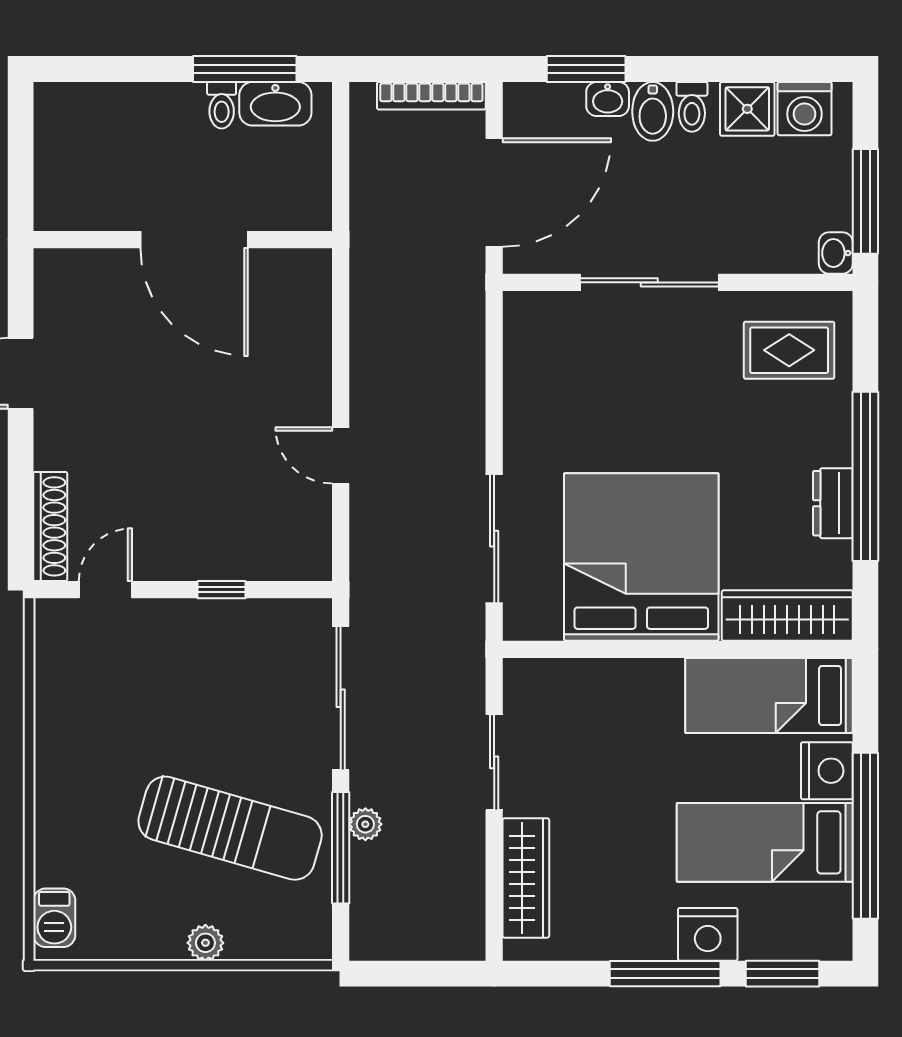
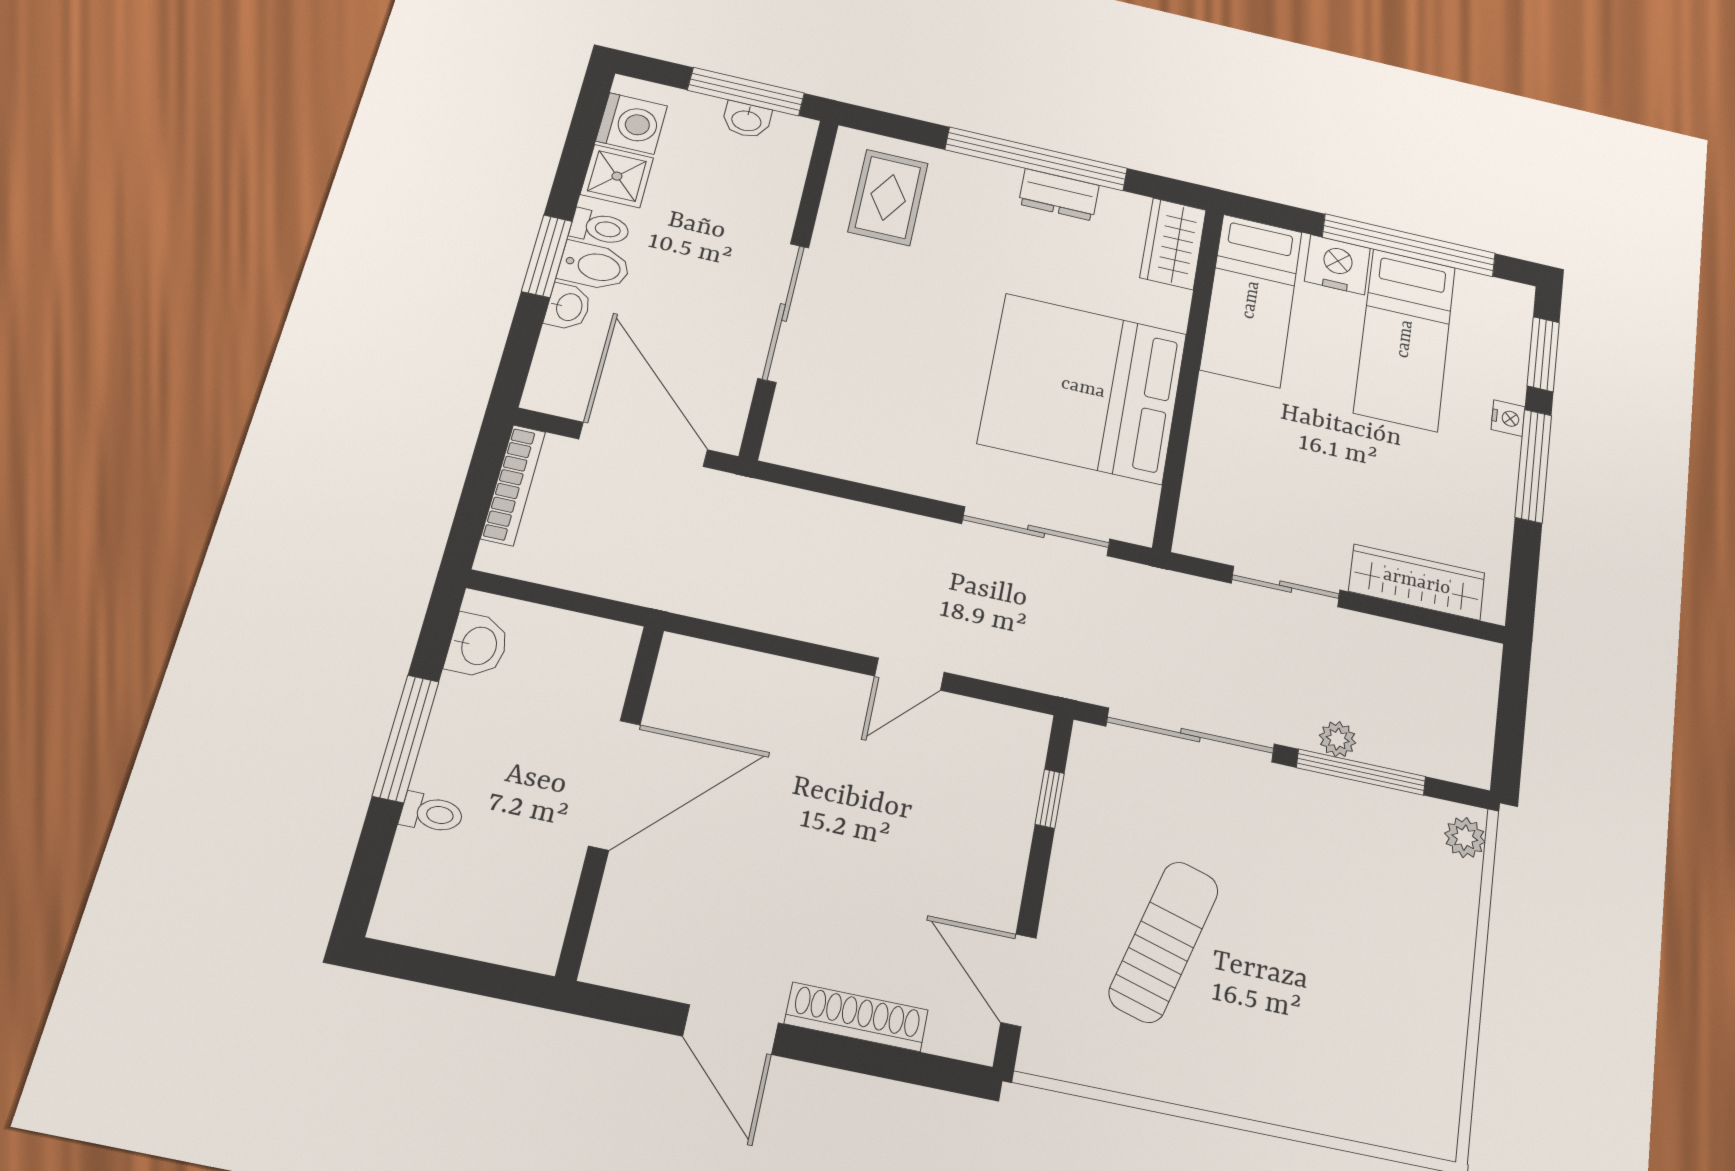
window: (245, 69) -> (406, 738), moved
window: (586, 69) -> (547, 256), moved
washbasin: (275, 104) -> (478, 645), width x0.72
toilet: (222, 105) -> (432, 813), moved
washbasin: (836, 253) -> (747, 120), moved
shoe rack: (50, 526) -> (856, 1017), moved
door: (105, 590) -> (1019, 980), width x1.38
window: (222, 590) -> (1050, 799), moved
wardrobe: (787, 615) -> (1173, 244), width x0.67
sun lounger: (230, 828) -> (1164, 941), moved, width x0.73, depth x0.75
barbecue: (54, 918) -> (1407, 1126), removed
nightstand: (708, 934) -> (1508, 418), width x0.53, depth x0.56
plant: (205, 943) -> (1465, 838), moved

